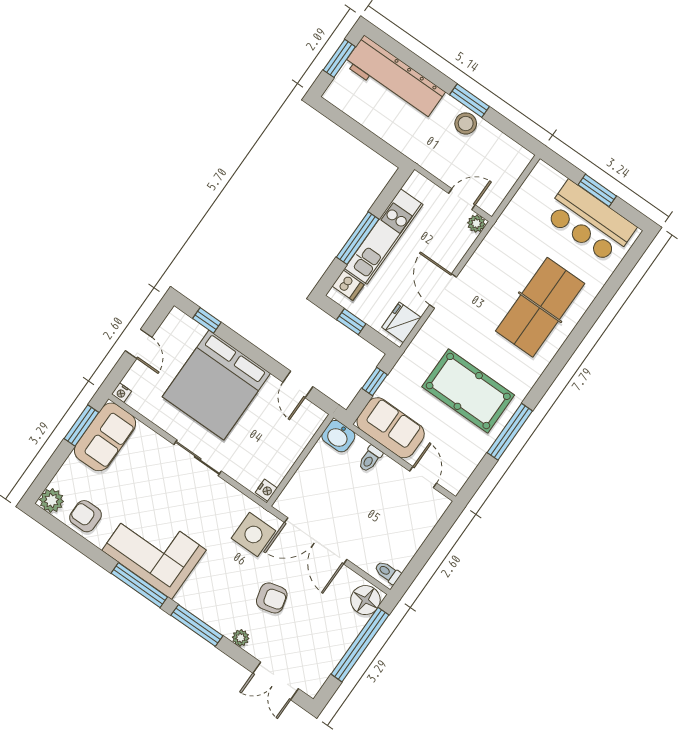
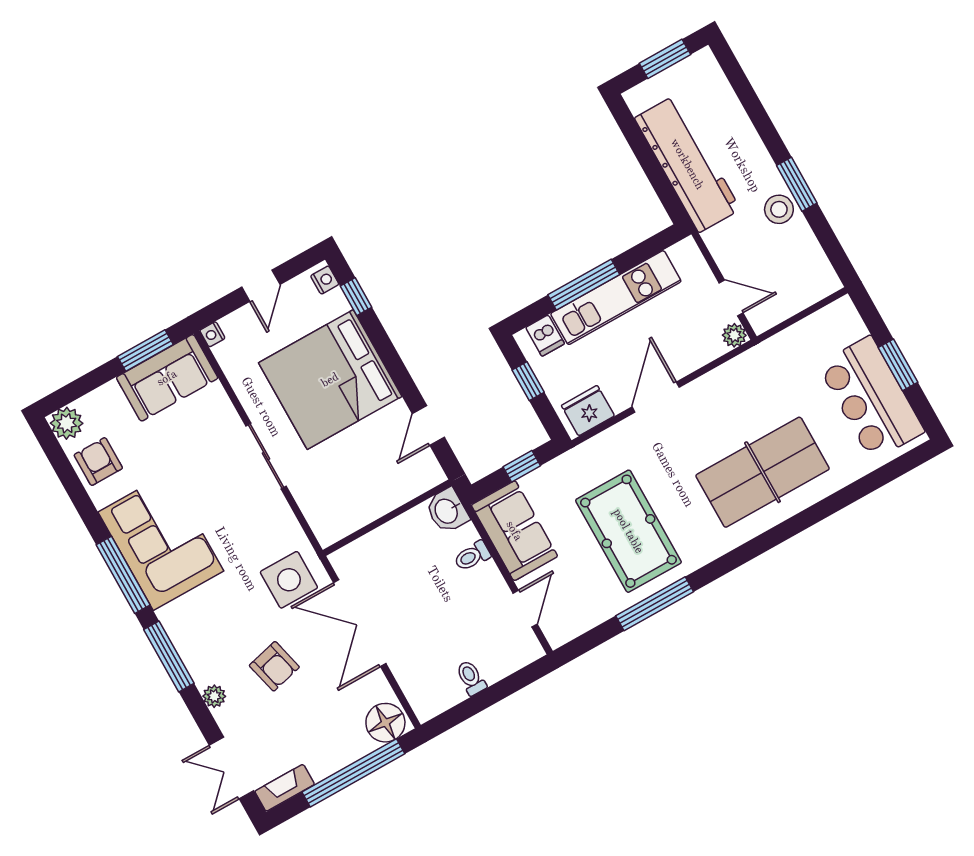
workbench: (394, 78) -> (687, 164), moved, turned 180
nightstand: (266, 490) -> (325, 280), moved, turned -90
toilet: (388, 572) -> (471, 678), moved
fireplace: (318, 677) -> (285, 788), added

